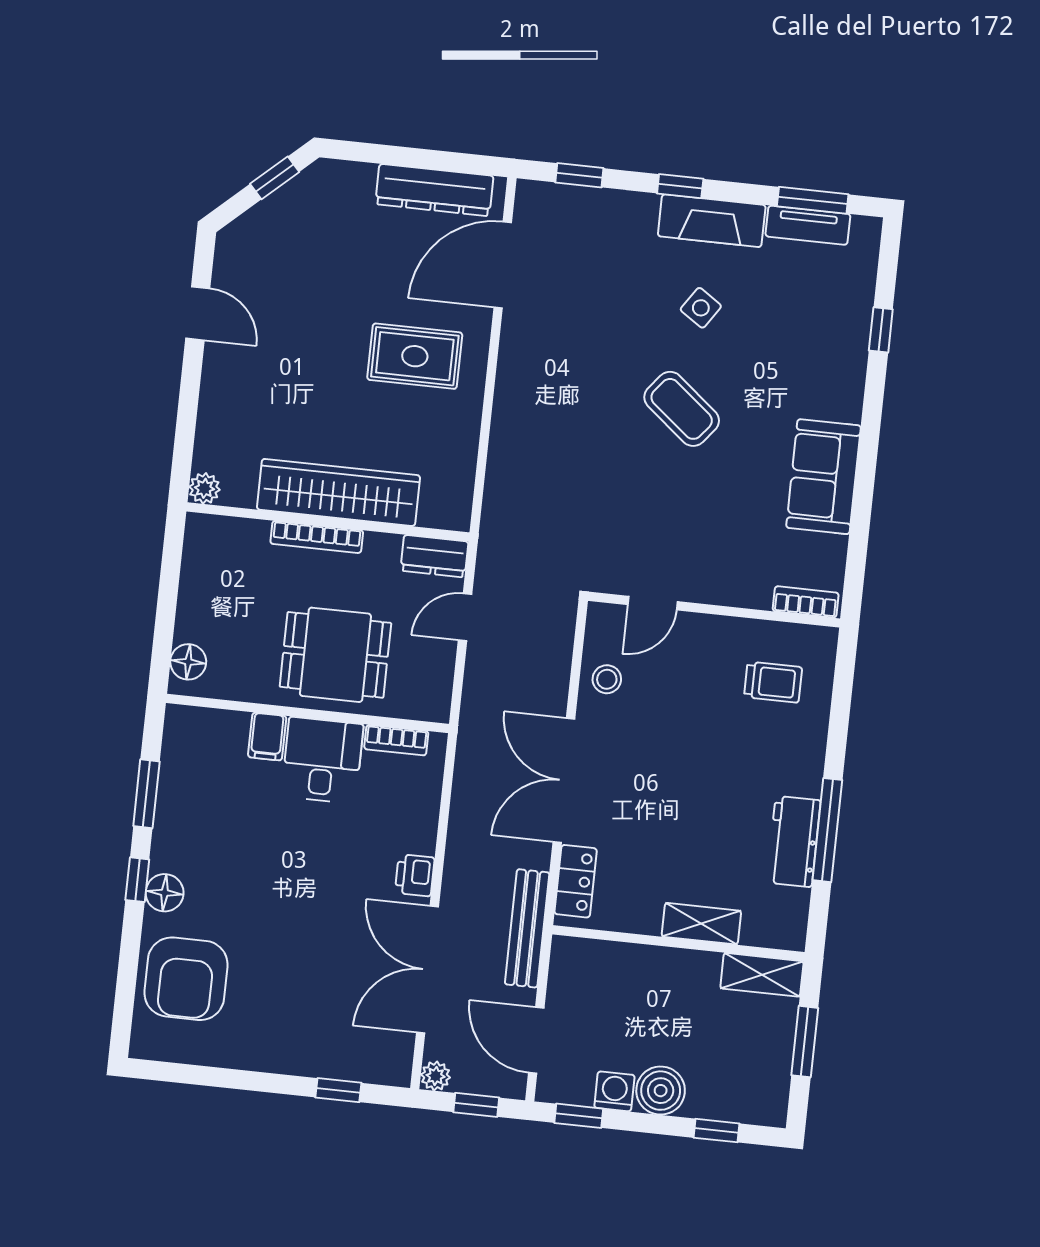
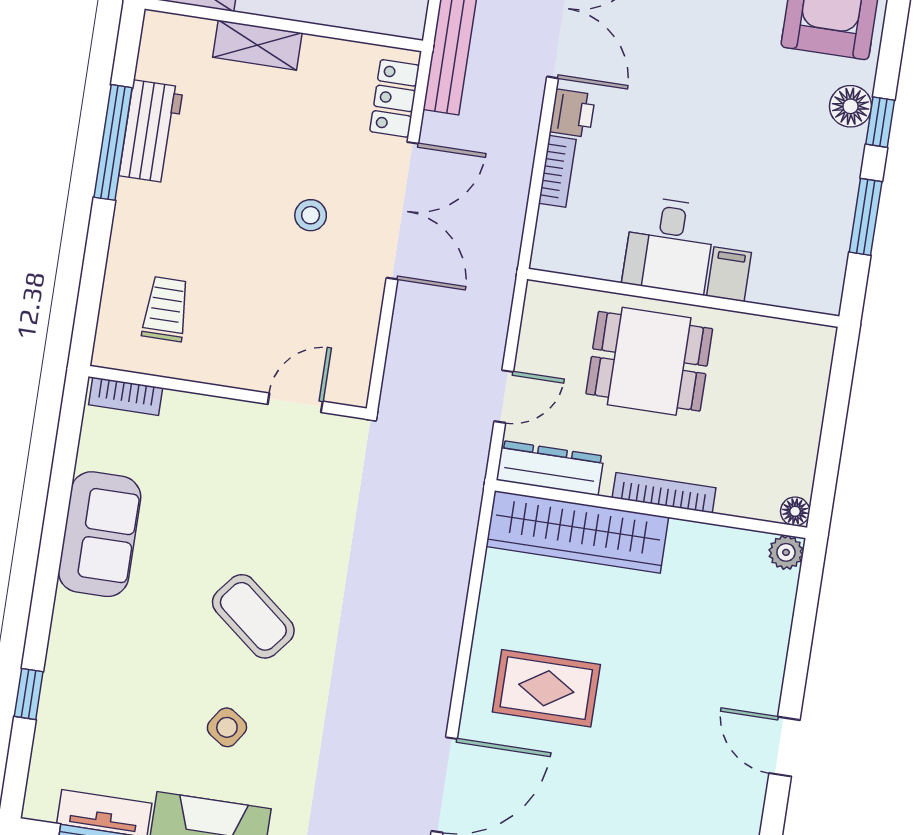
wardrobe: (339, 492) -> (577, 532), moved
dresser: (434, 556) -> (550, 468), width x1.44
floor lamp: (188, 662) -> (795, 511), moved, width x0.73, depth x0.73
stool: (607, 679) -> (311, 215), moved
trolley: (773, 682) -> (166, 309), turned 90
bookcase: (396, 740) -> (557, 171), moved, turned 90

